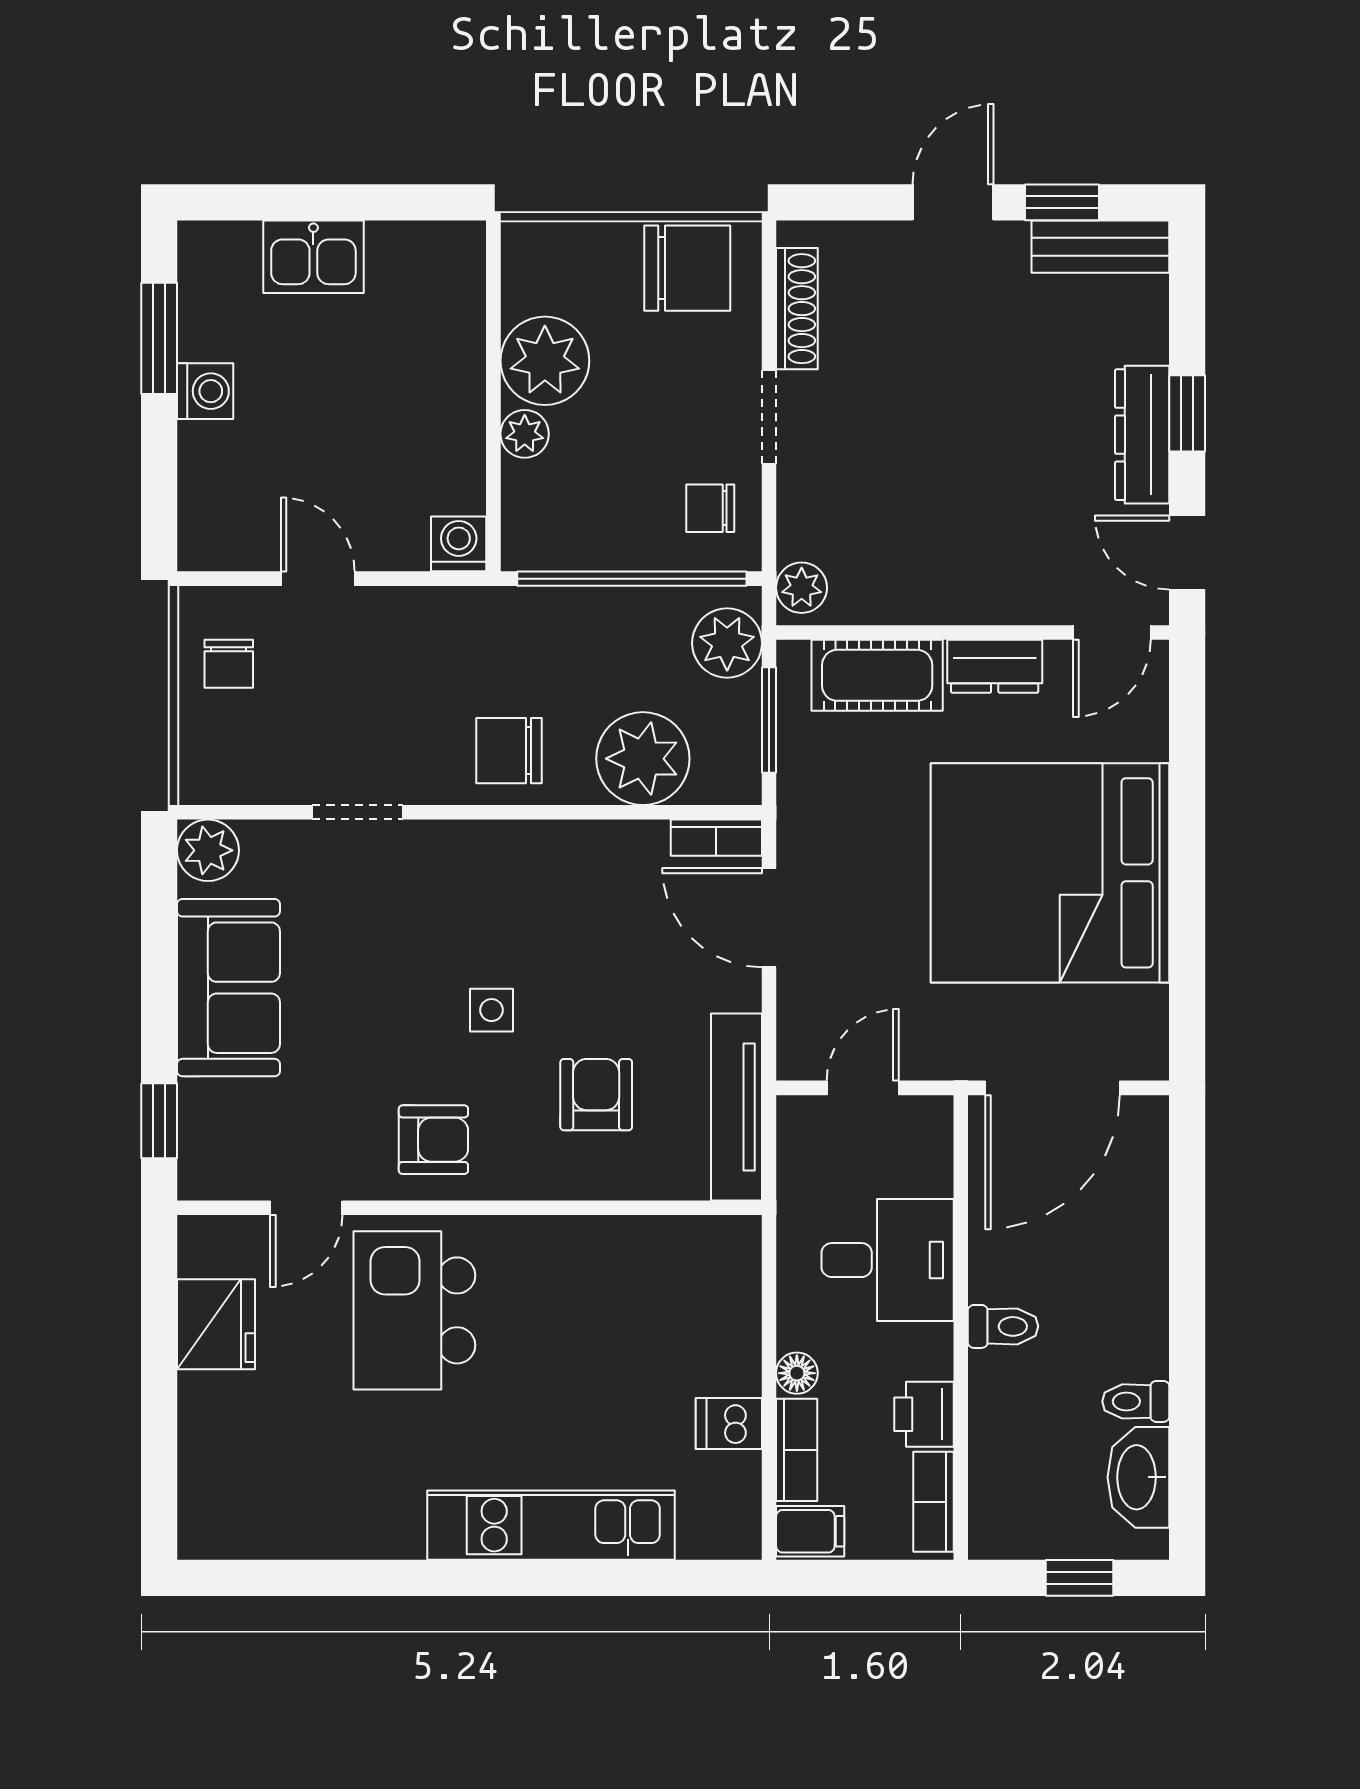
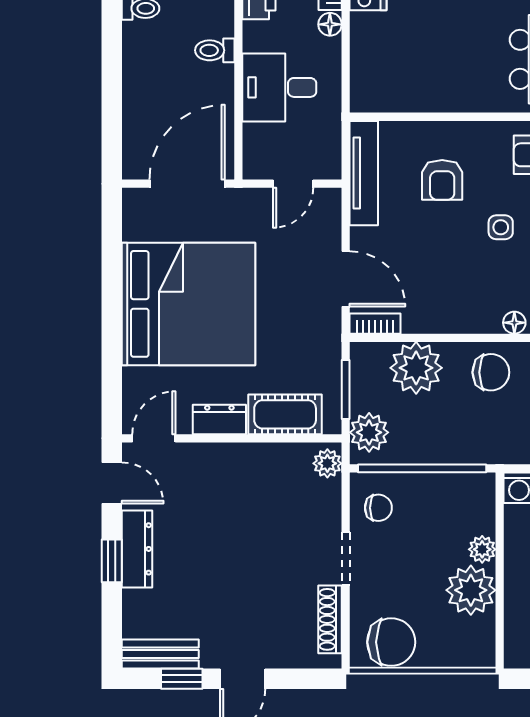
chair: (687, 268) -> (391, 642), turned 180
floor lamp: (467, 839) -> (514, 323), added

